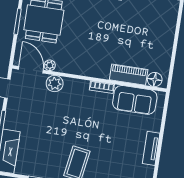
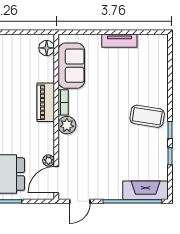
piano: (129, 75) -> (46, 102), moved
plant: (55, 83) -> (67, 125), moved

